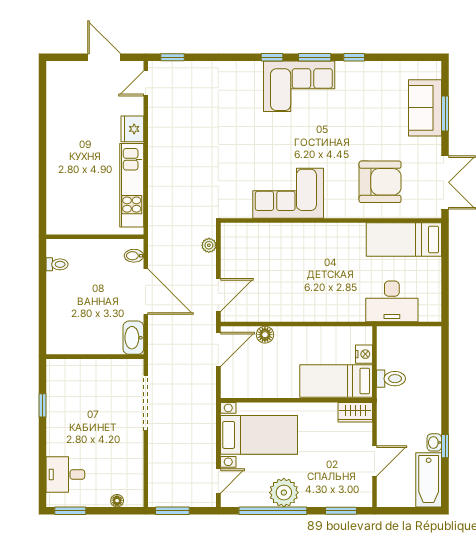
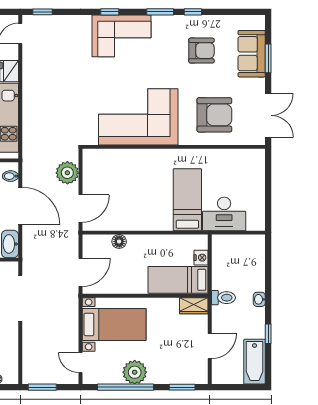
window: (272, 57) -> (110, 12), moved
corner sofa: (299, 86) -> (122, 36), moved
armchair: (365, 104) -> (201, 51), added
corner sofa: (288, 193) -> (138, 117), width x1.36, depth x1.36
bed: (404, 240) -> (187, 200), moved, turned 90
plant: (209, 245) -> (67, 173), width x1.88, depth x1.88
door: (218, 349) -> (80, 272), moved
toilet: (391, 379) -> (223, 298), moved
washbasin: (434, 442) -> (259, 299), moved
door: (218, 481) -> (80, 363), swing flipped

